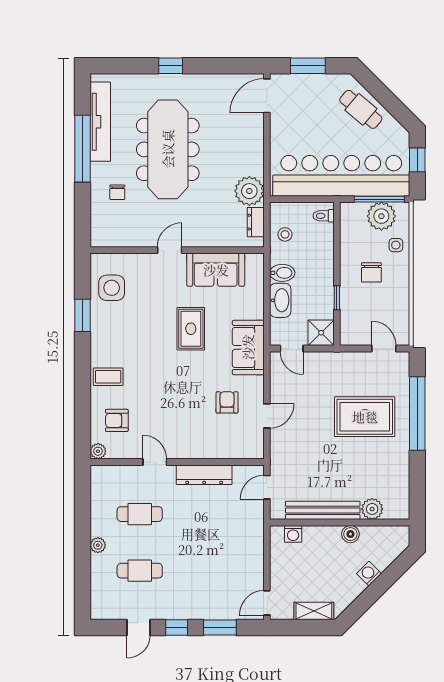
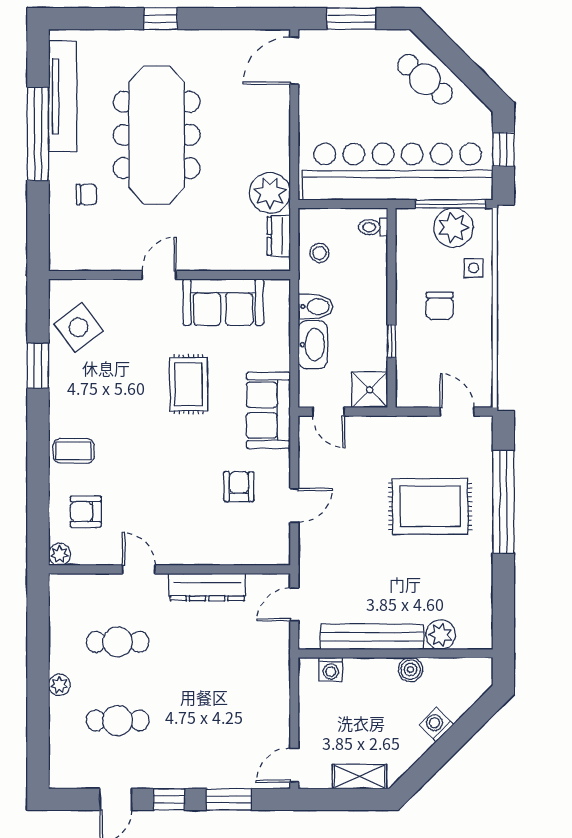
chair: (117, 192) -> (86, 194), turned -90
side table: (112, 288) -> (79, 327), turned -37

